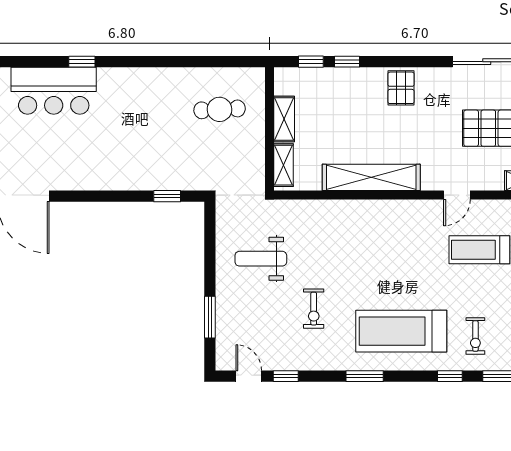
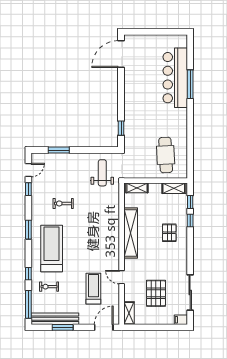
window: (82, 62) -> (190, 84), width x2.17
pallet: (401, 88) -> (169, 233), moved, turned 90
bar counter: (54, 91) -> (175, 78), width x1.36
cafe table: (220, 109) -> (166, 155), width x1.37, depth x1.35
shelving: (284, 119) -> (174, 188), moved
weight bench: (261, 259) -> (102, 173), moved

